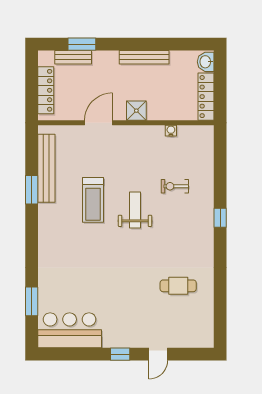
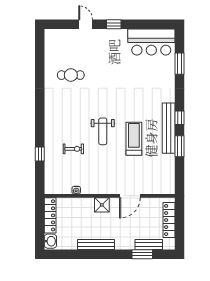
bench: (46, 168) -> (169, 128), moved
window: (220, 218) -> (40, 154), moved
window: (32, 228) -> (179, 118), added
door: (158, 354) -> (86, 24), hinge flipped

